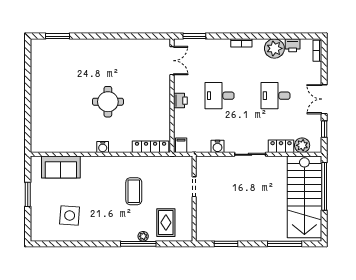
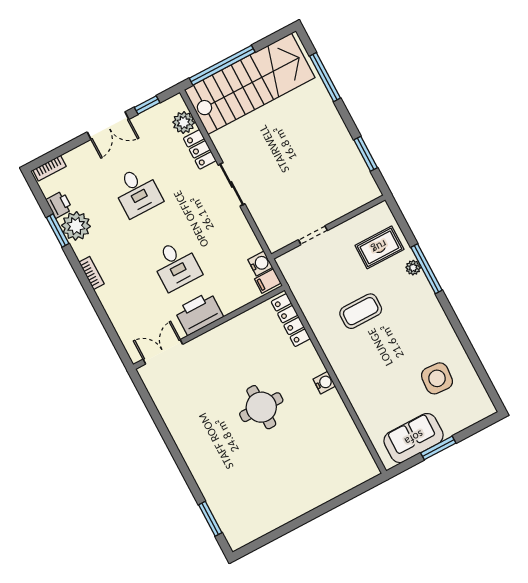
window: (194, 36) -> (58, 231), moved
printer: (180, 101) -> (199, 313), width x1.87, depth x1.48
water cooler: (218, 146) -> (260, 263), moved
sofa: (61, 167) -> (414, 438), moved, turned -90

